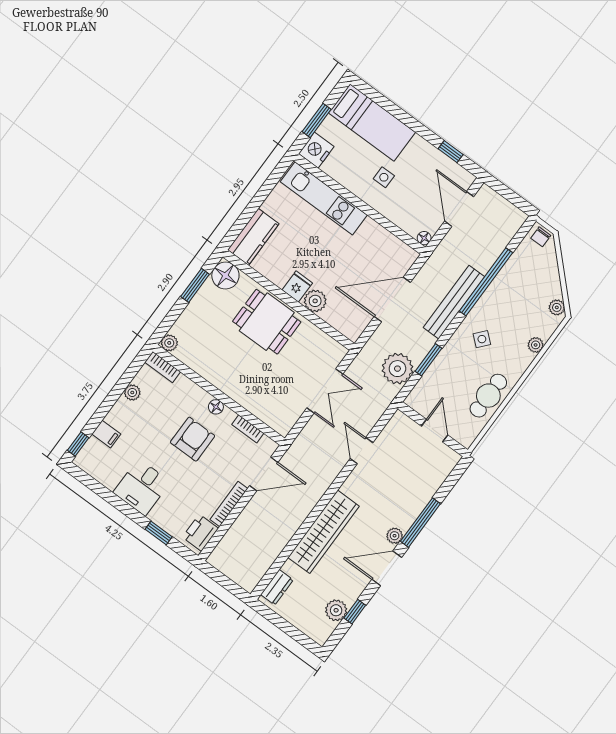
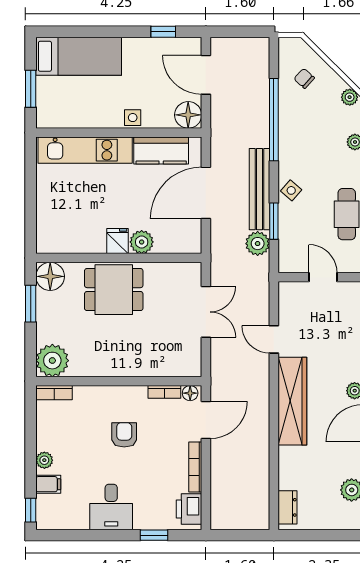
nightstand: (316, 150) -> (49, 114), removed
side table: (384, 177) -> (133, 118), moved
kitchen counter: (253, 237) -> (161, 151), moved, turned 90
chair: (541, 237) -> (304, 78), moved, turned 132
floor lamp: (424, 238) -> (188, 115), width x1.89, depth x1.89
bench: (454, 302) -> (259, 189), moved
side table: (482, 339) -> (291, 190), moved
plant: (169, 343) -> (52, 361), width x1.88, depth x1.88
plant: (397, 369) -> (258, 244), width x0.73, depth x0.73
plant: (132, 393) -> (44, 460), moved
floor lamp: (216, 407) -> (190, 393), moved
armchair: (193, 439) -> (124, 435), width x0.72, depth x0.72
wardrobe: (324, 532) -> (292, 401), moved

